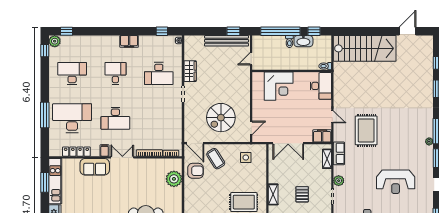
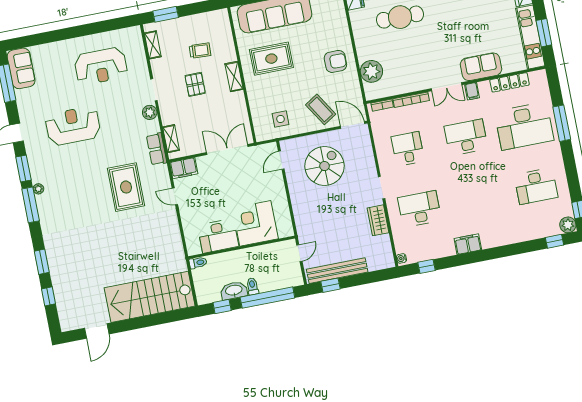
desk: (115, 73) -> (408, 149), moved, turned 180
desk: (321, 86) -> (218, 236), moved, turned -90
armchair: (195, 171) -> (335, 61), moved, turned 180

